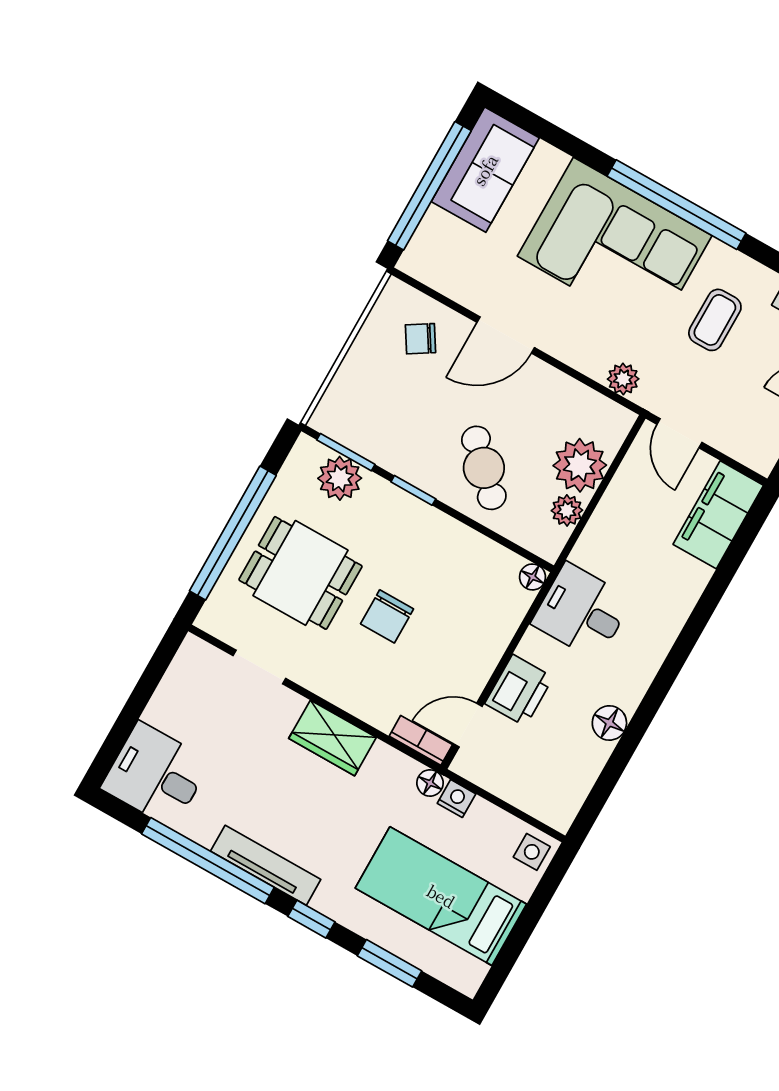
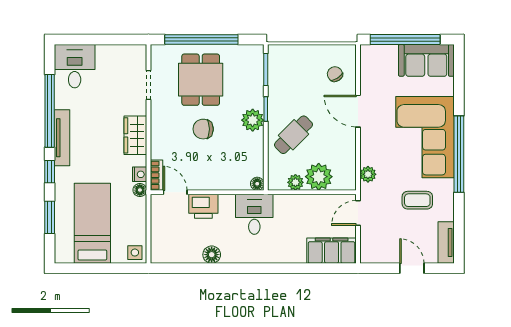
plant: (340, 478) -> (253, 120), moved
nightstand: (456, 799) -> (140, 174), moved

